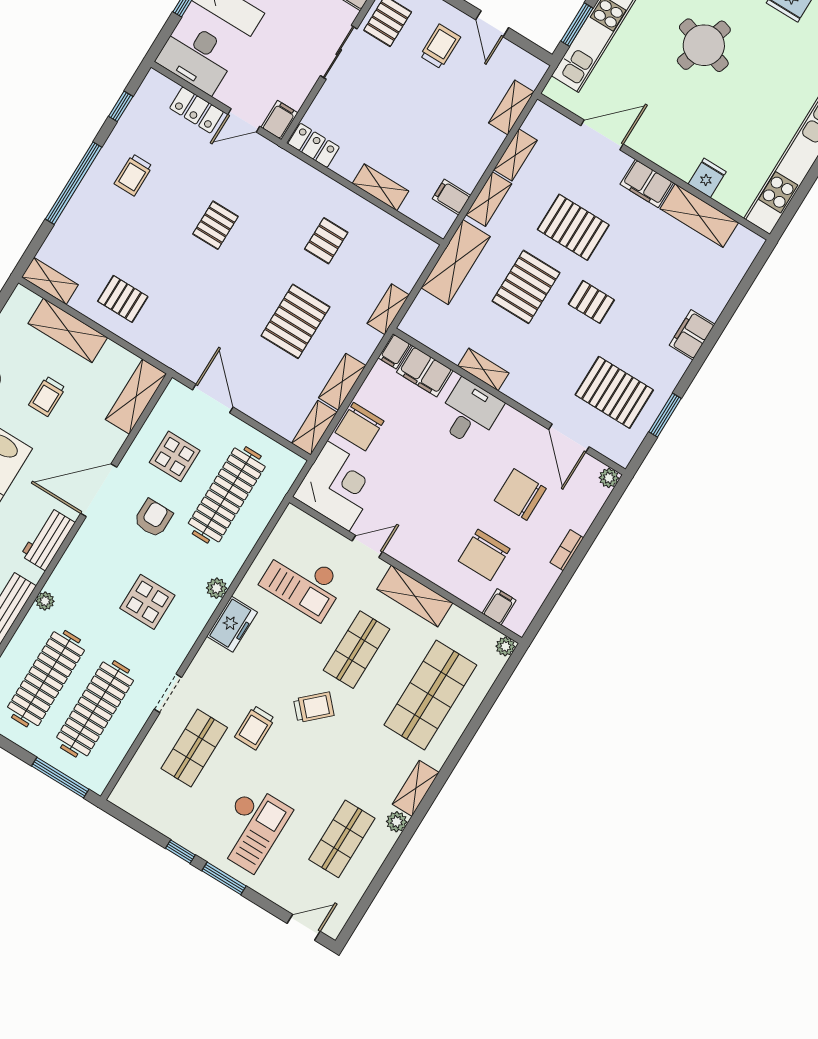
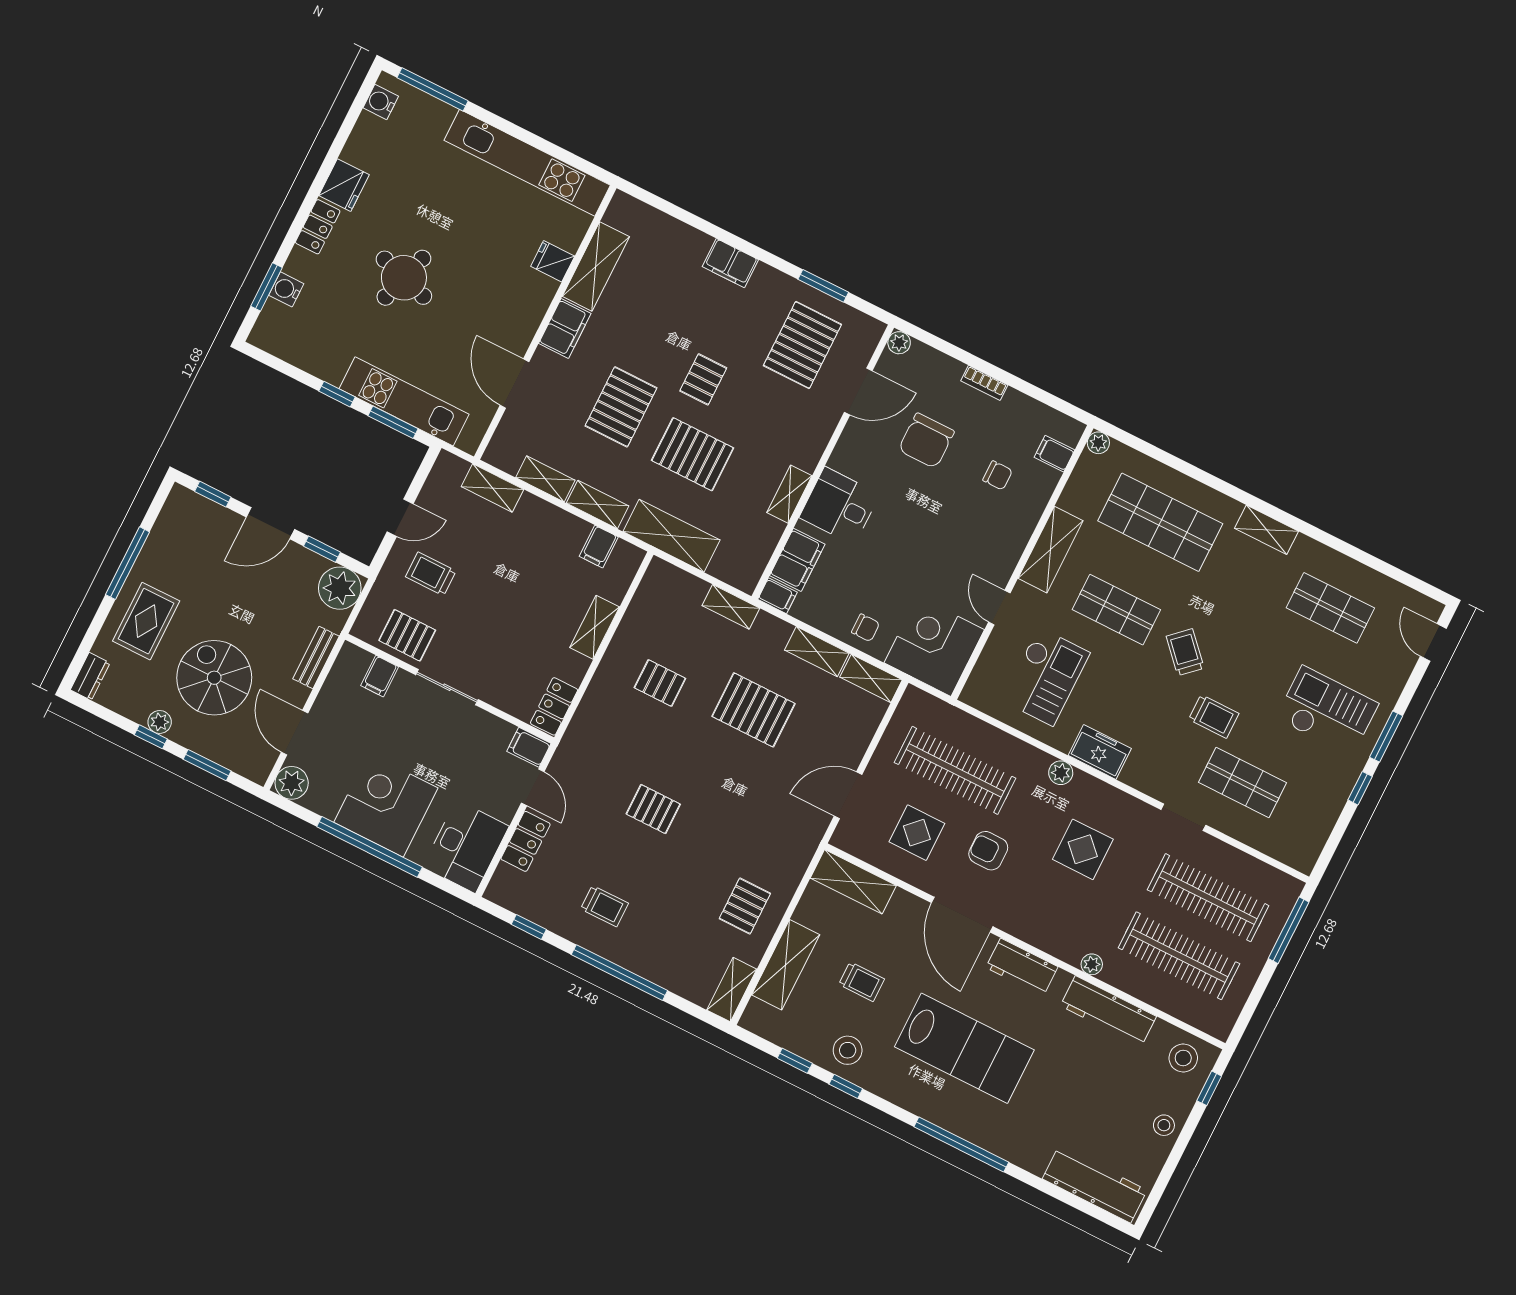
chair: (360, 427) -> (866, 628), width x0.54, depth x0.54
chair: (484, 555) -> (998, 475), width x0.54, depth x0.54
plant: (397, 822) -> (1306, 548), removed

